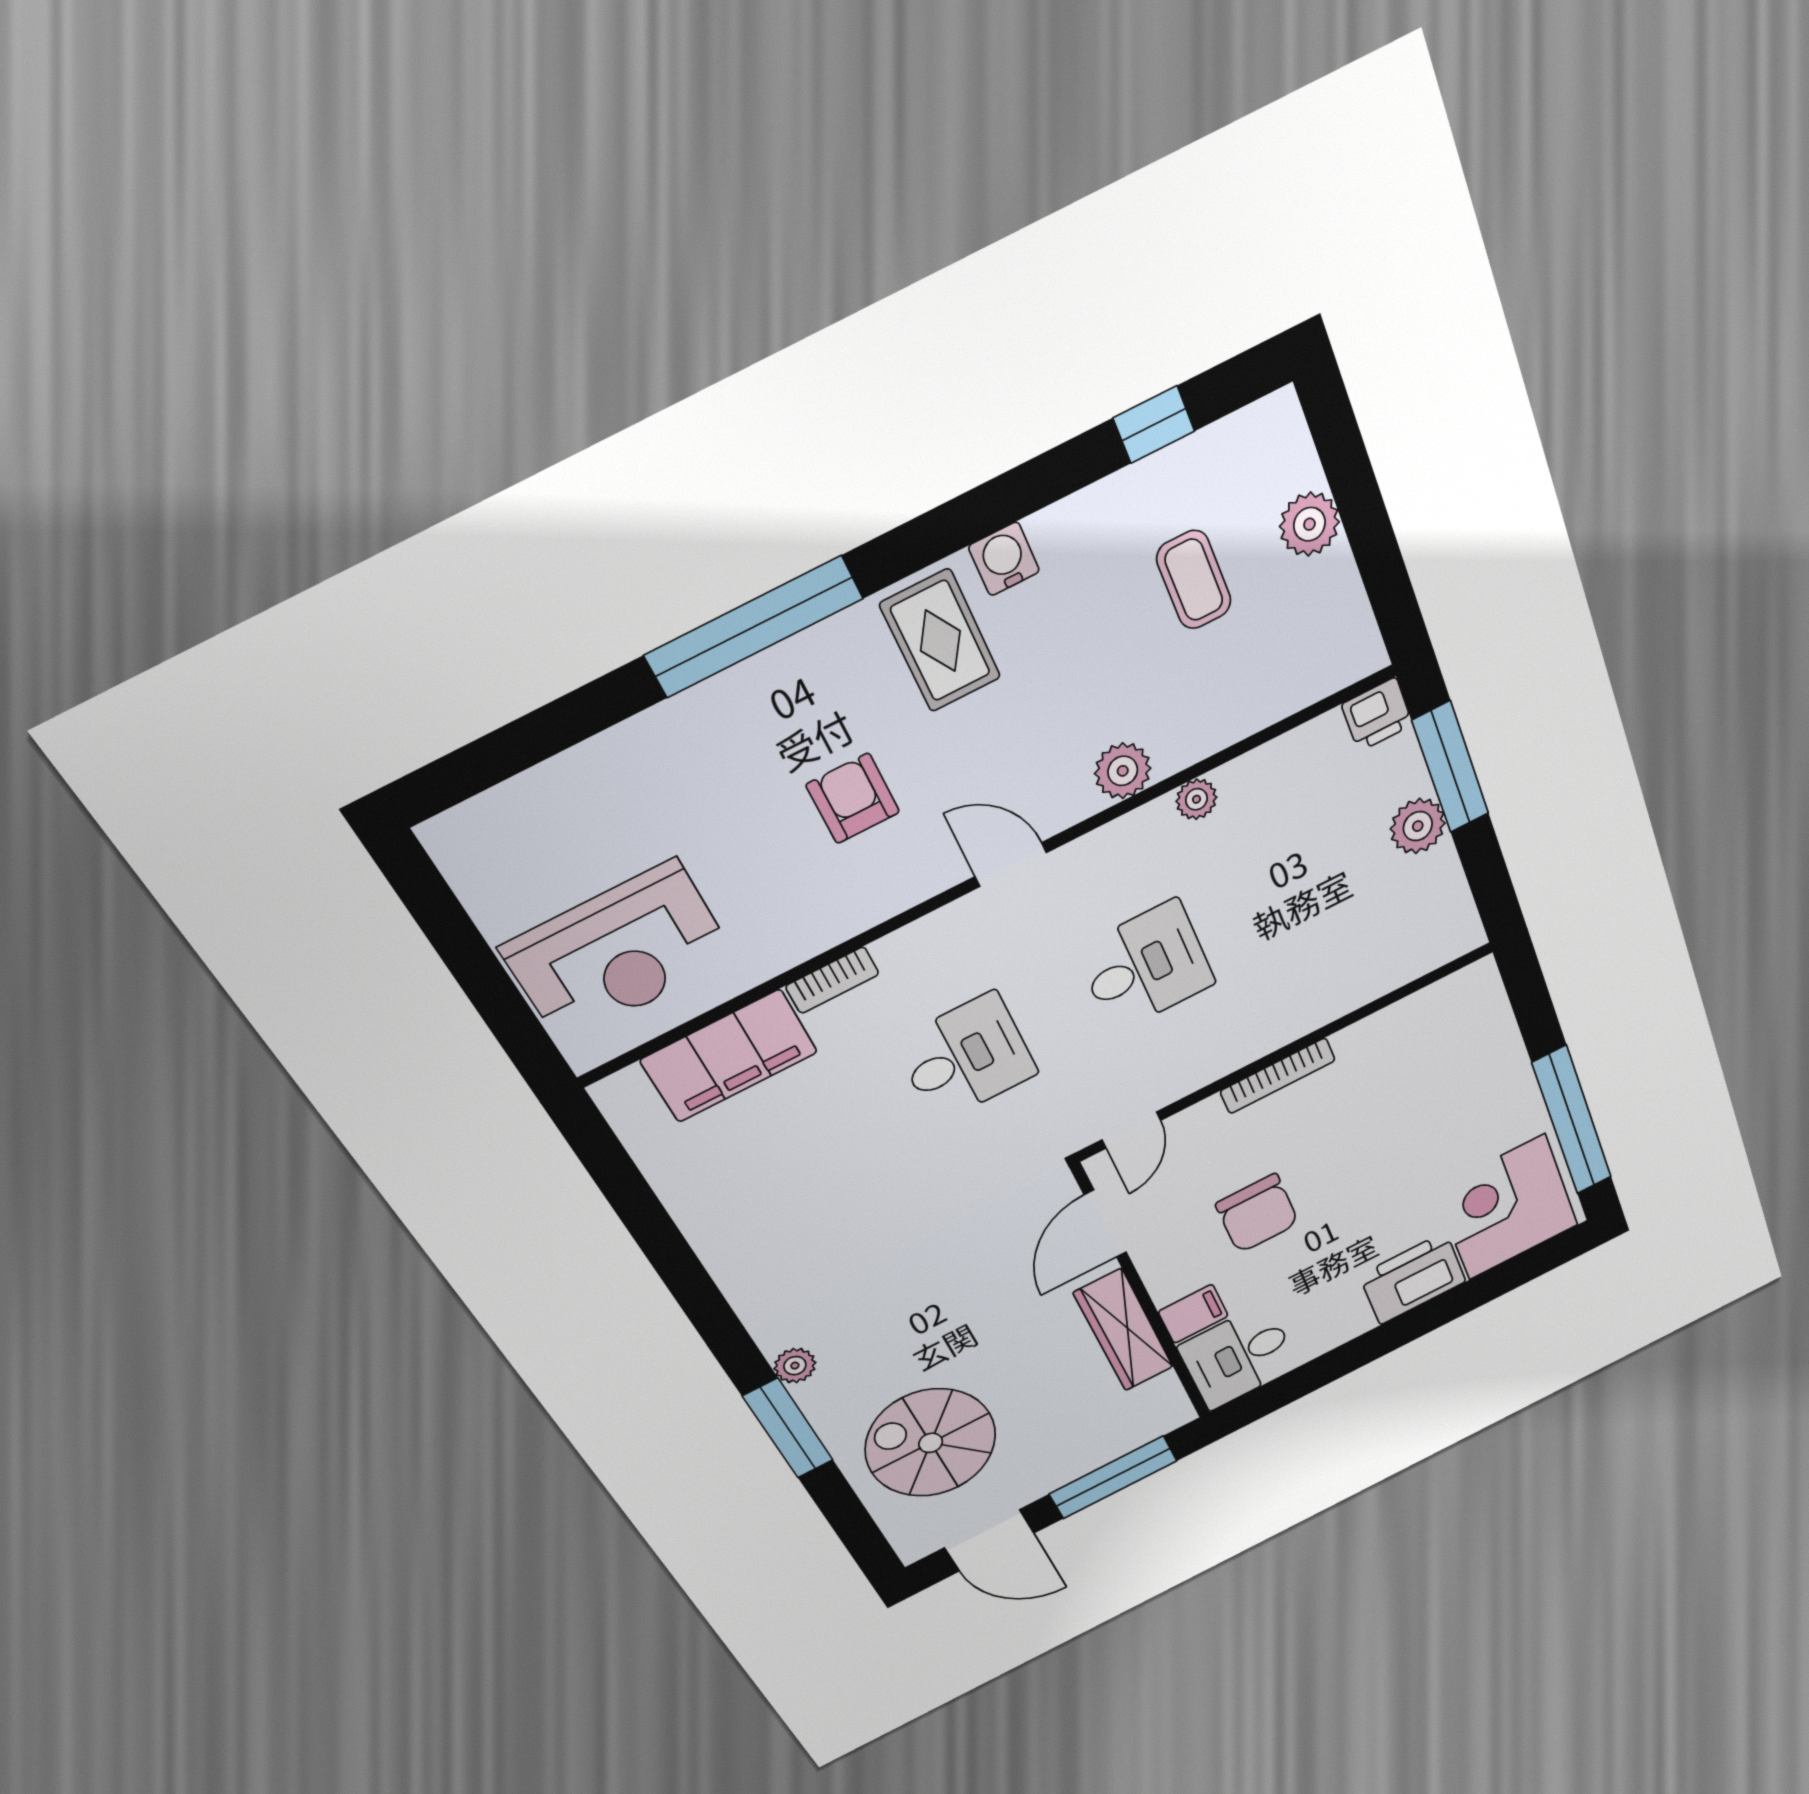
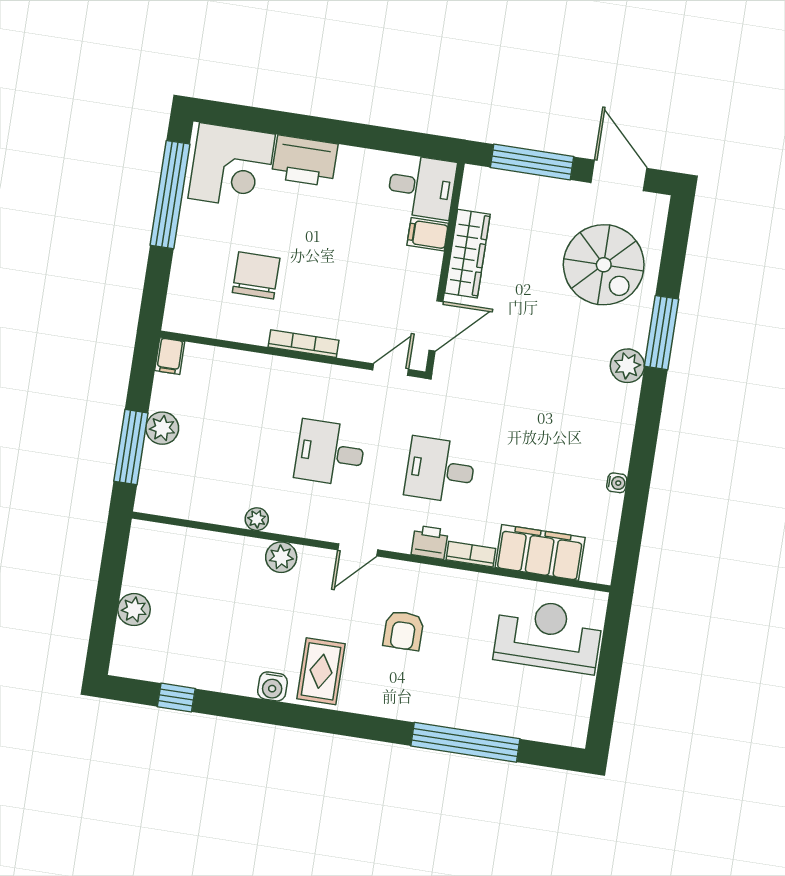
coffee table: (1194, 580) -> (198, 621), removed
window: (754, 627) -> (465, 742), moved
printer: (1377, 715) -> (430, 542), moved
door: (1011, 865) -> (358, 550), hinge flipped
filing cabinet: (1461, 929) -> (170, 356), added
chair: (1257, 1214) -> (256, 275), moved
water cooler: (693, 1221) -> (617, 483), added
plant: (795, 1366) -> (627, 366), width x1.38, depth x1.38

